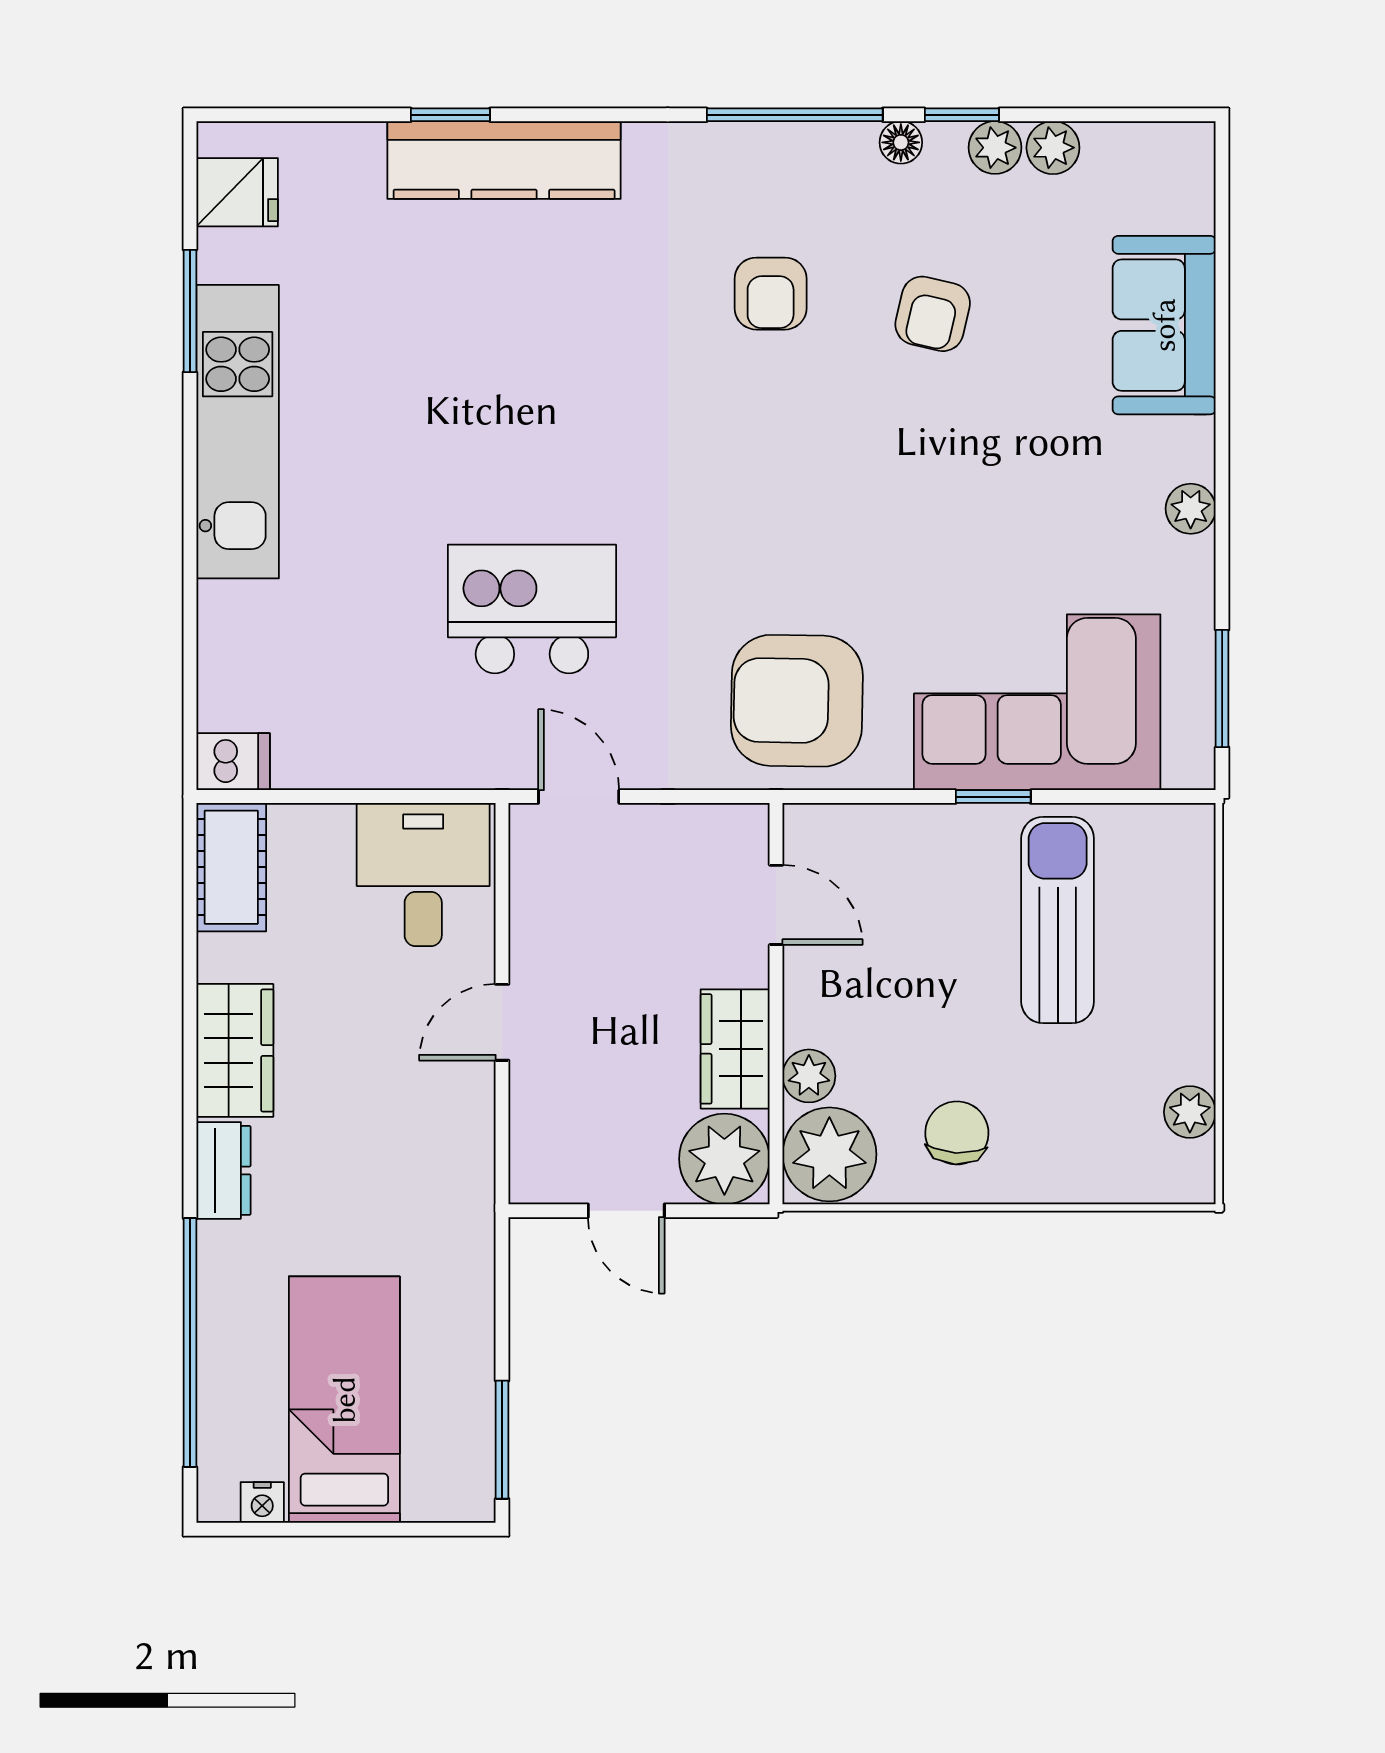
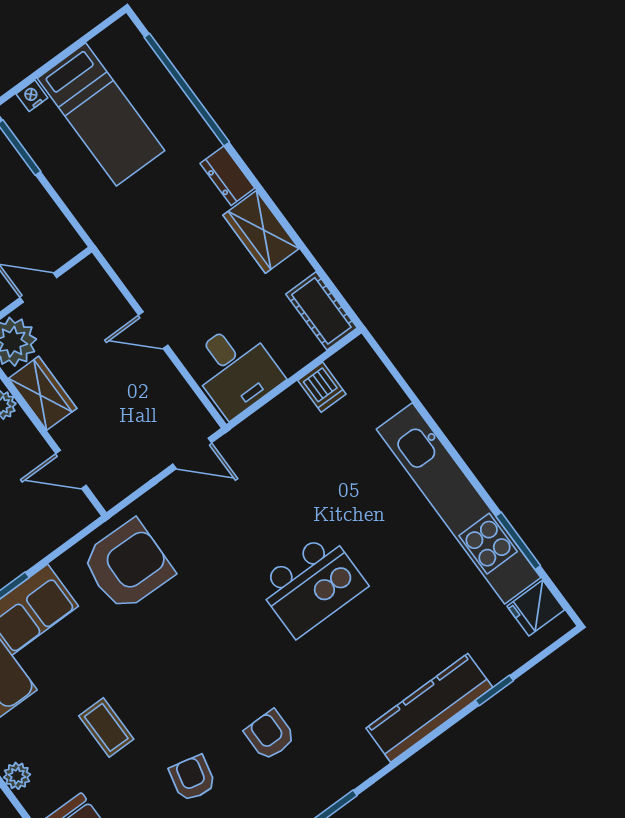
window: (450, 115) -> (494, 690), moved
kitchen unit: (238, 432) -> (459, 503), width x1.36
coffee table: (1005, 483) -> (106, 727), added
kitchen island: (532, 609) -> (312, 585), moved
dishwasher: (233, 762) -> (322, 387), moved, turned -90
door: (502, 1022) -> (153, 330), swing flipped
nightstand: (262, 1502) -> (32, 96), moved

